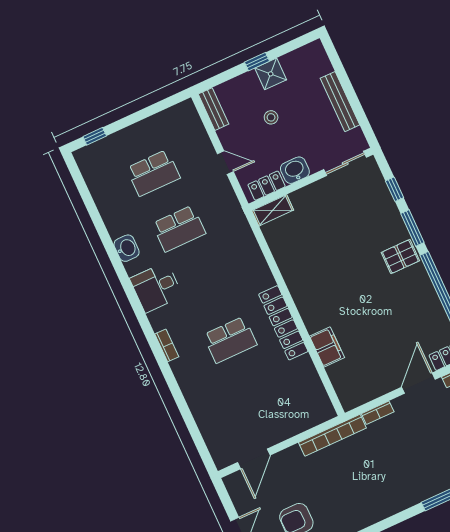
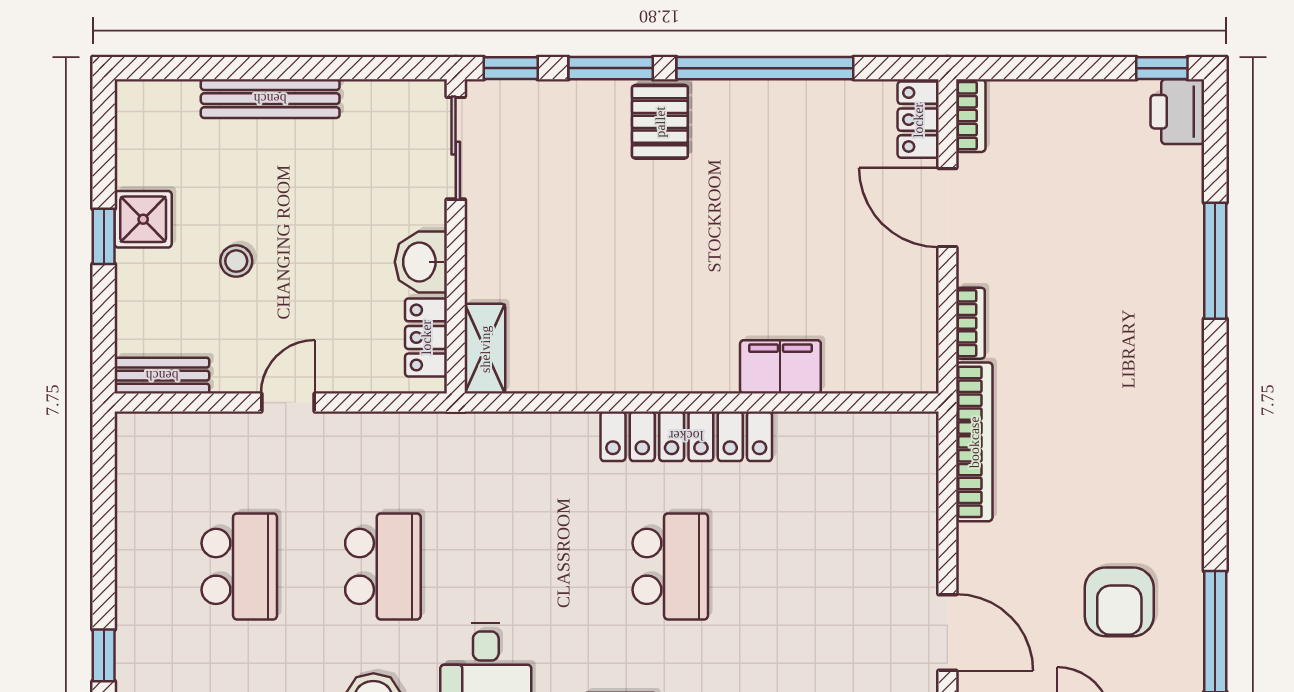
sliding door: (345, 163) -> (456, 148), moved
washbasin: (295, 170) -> (421, 262), moved
wall: (311, 179) -> (456, 236), moved
locker: (267, 186) -> (426, 337), moved
shelving: (273, 210) -> (485, 349), moved

